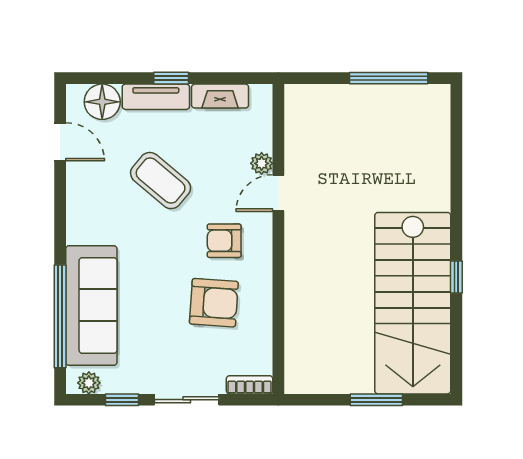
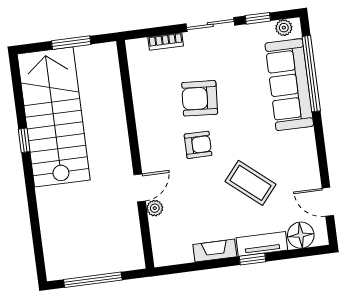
plant: (262, 163) -> (155, 208), moved
door: (278, 193) -> (140, 188), moved
wall: (278, 239) -> (135, 154), moved

